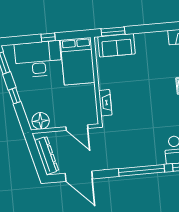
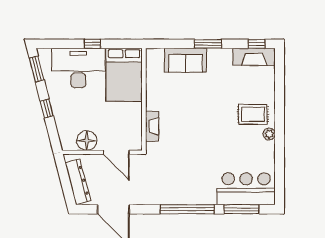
window: (113, 32) -> (208, 44), moved
sofa: (117, 45) -> (186, 60), moved
floor lamp: (41, 121) -> (87, 141), moved

